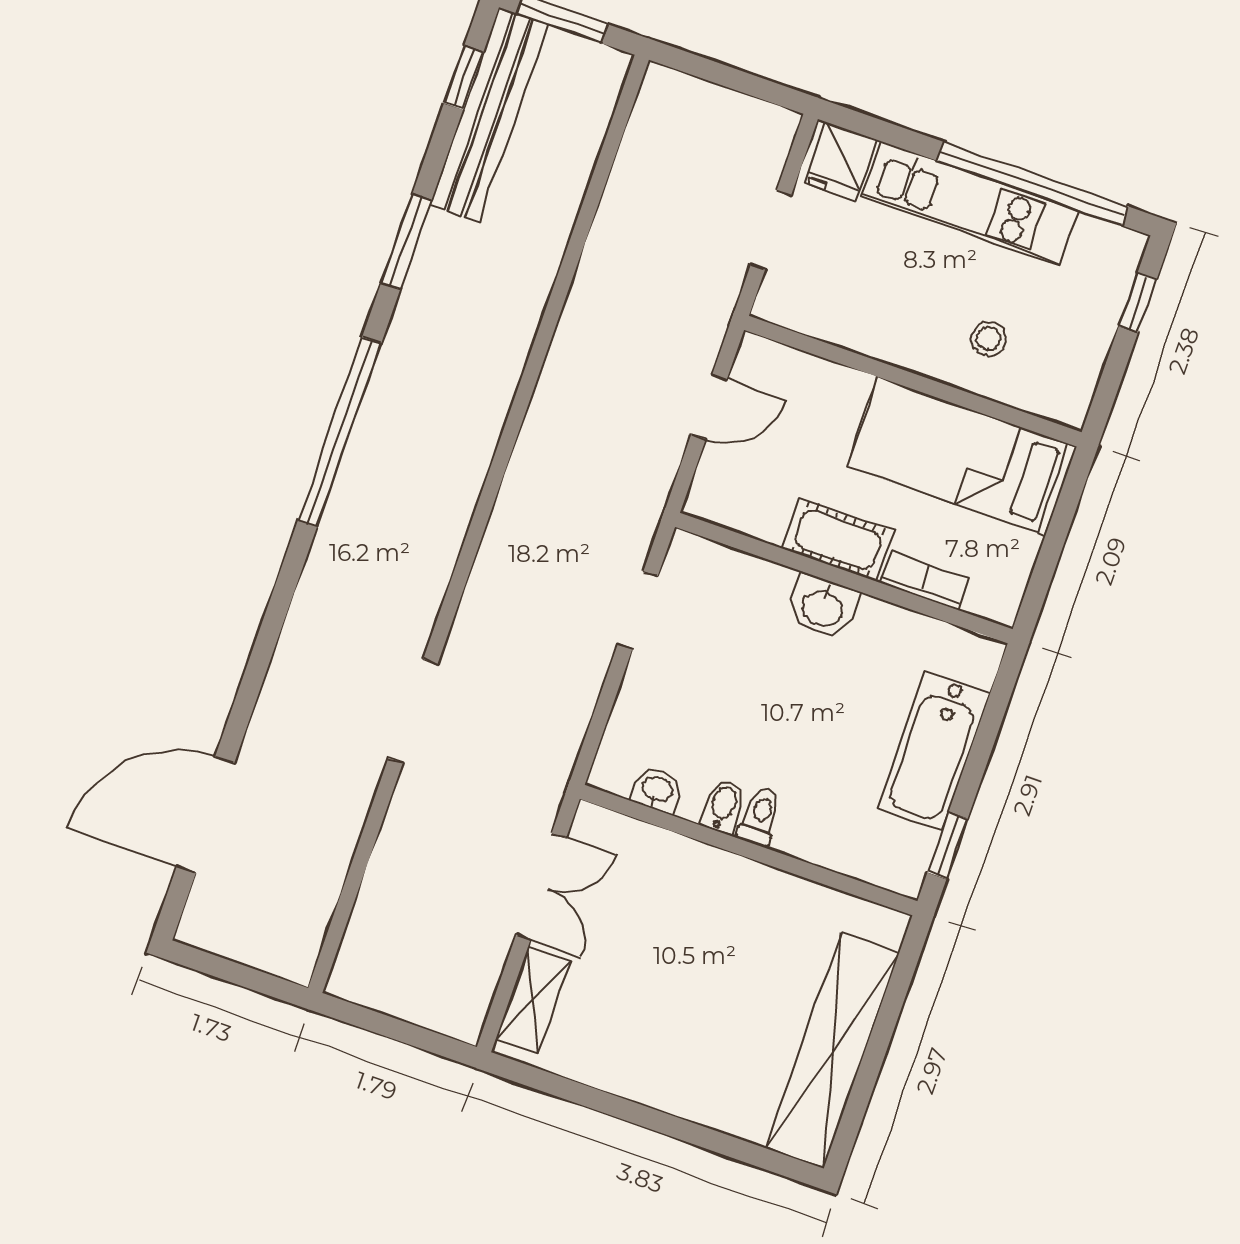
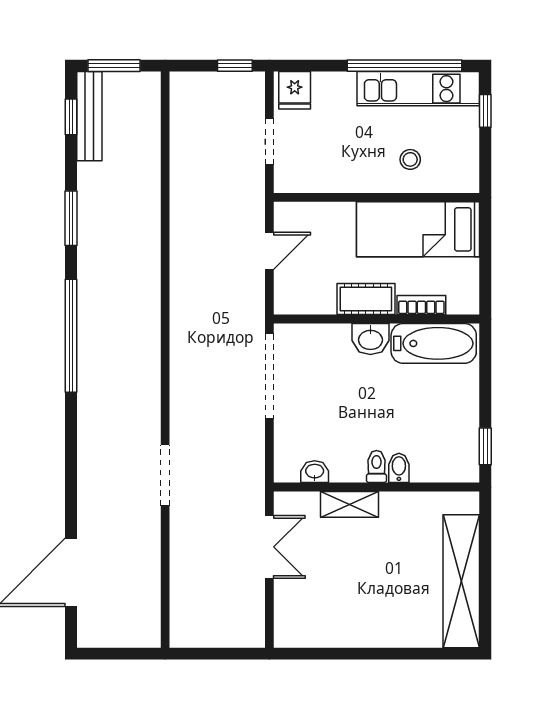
window: (758, 87) -> (235, 66), added
bench: (489, 115) -> (89, 116), width x0.73, depth x0.82
kitchen unit: (970, 203) -> (418, 89), moved
doorway: (638, 610) -> (269, 376), width x1.88
bathtub: (934, 750) -> (434, 343), moved, turned -90
bidet: (723, 806) -> (399, 468), moved
shelving: (533, 1000) -> (350, 504), moved, turned 90

